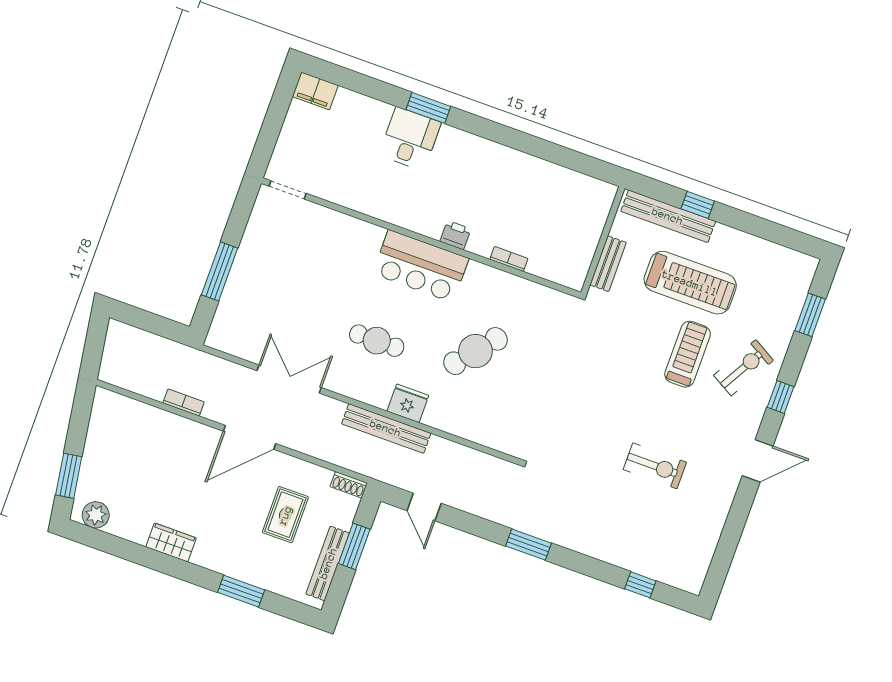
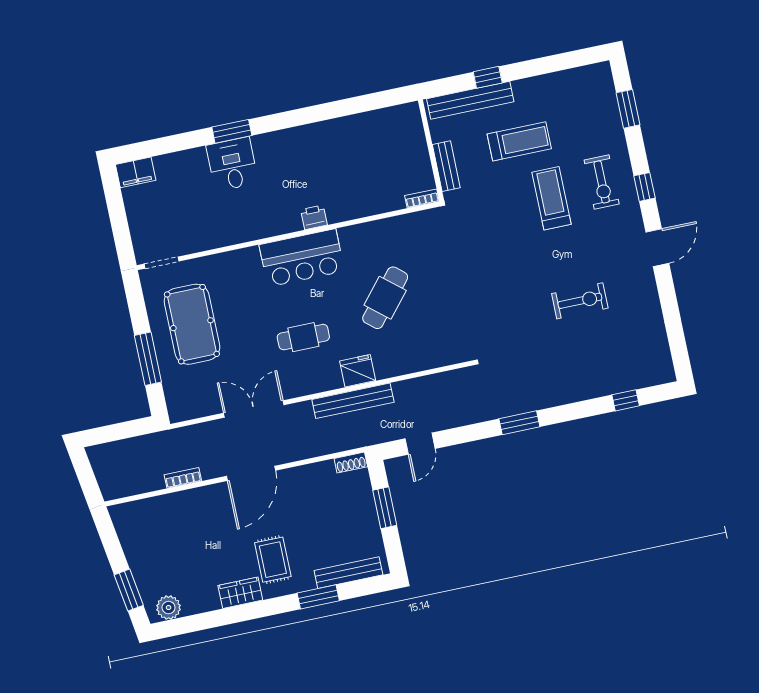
bookcase: (509, 259) -> (422, 198), moved
pool table: (280, 265) -> (192, 324), added
treadmill: (690, 283) -> (519, 141), width x0.73, depth x0.73
exercise bike: (744, 368) -> (602, 182), turned 150
door: (424, 507) -> (420, 444), hinge flipped
rug: (285, 515) -> (273, 560), moved
bench: (328, 563) -> (348, 573), moved, turned 90

